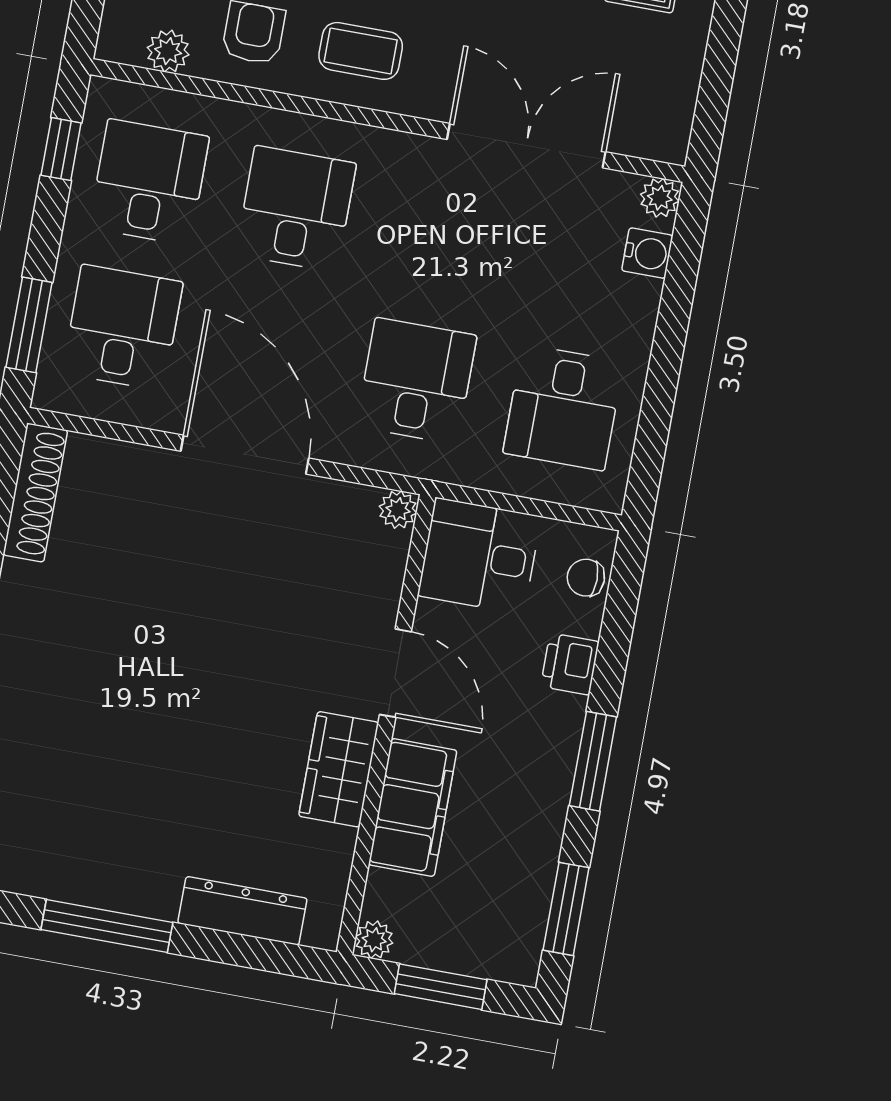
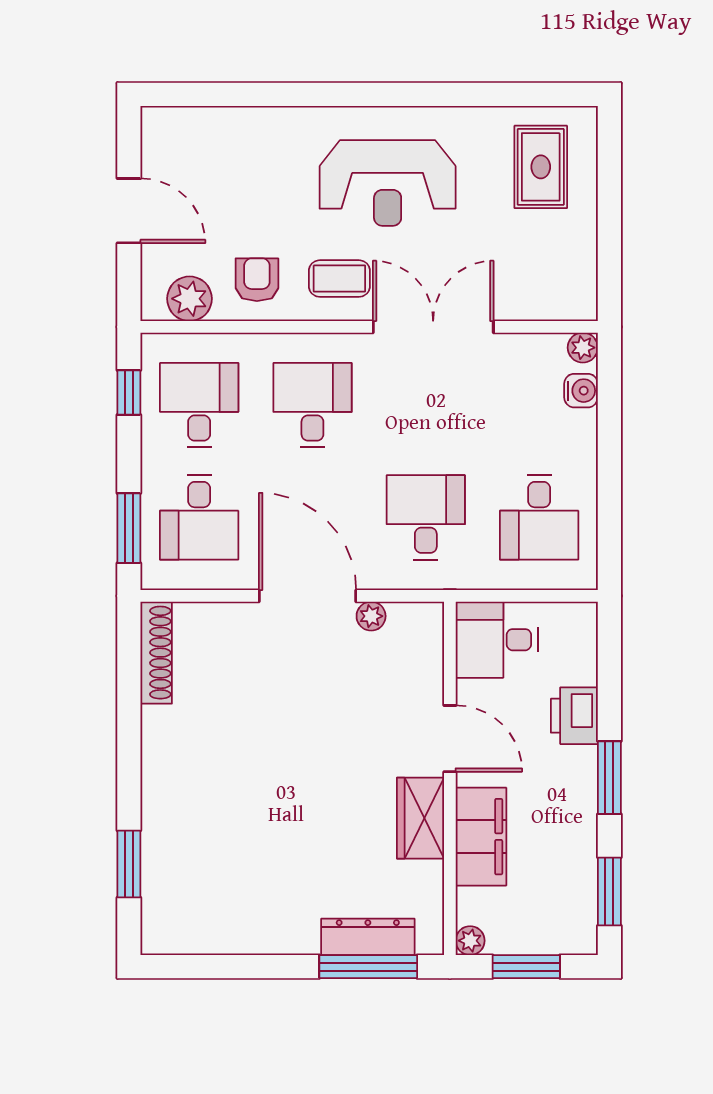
plant: (168, 51) -> (189, 299), width x1.38, depth x1.38
double door: (526, 146) -> (433, 327), moved
desk: (123, 327) -> (199, 517), turned 180
plant: (398, 510) -> (371, 616), moved
chair: (586, 578) -> (579, 641), removed
printer: (570, 664) -> (574, 716), width x1.36, depth x1.24
window: (107, 926) -> (368, 967), moved

